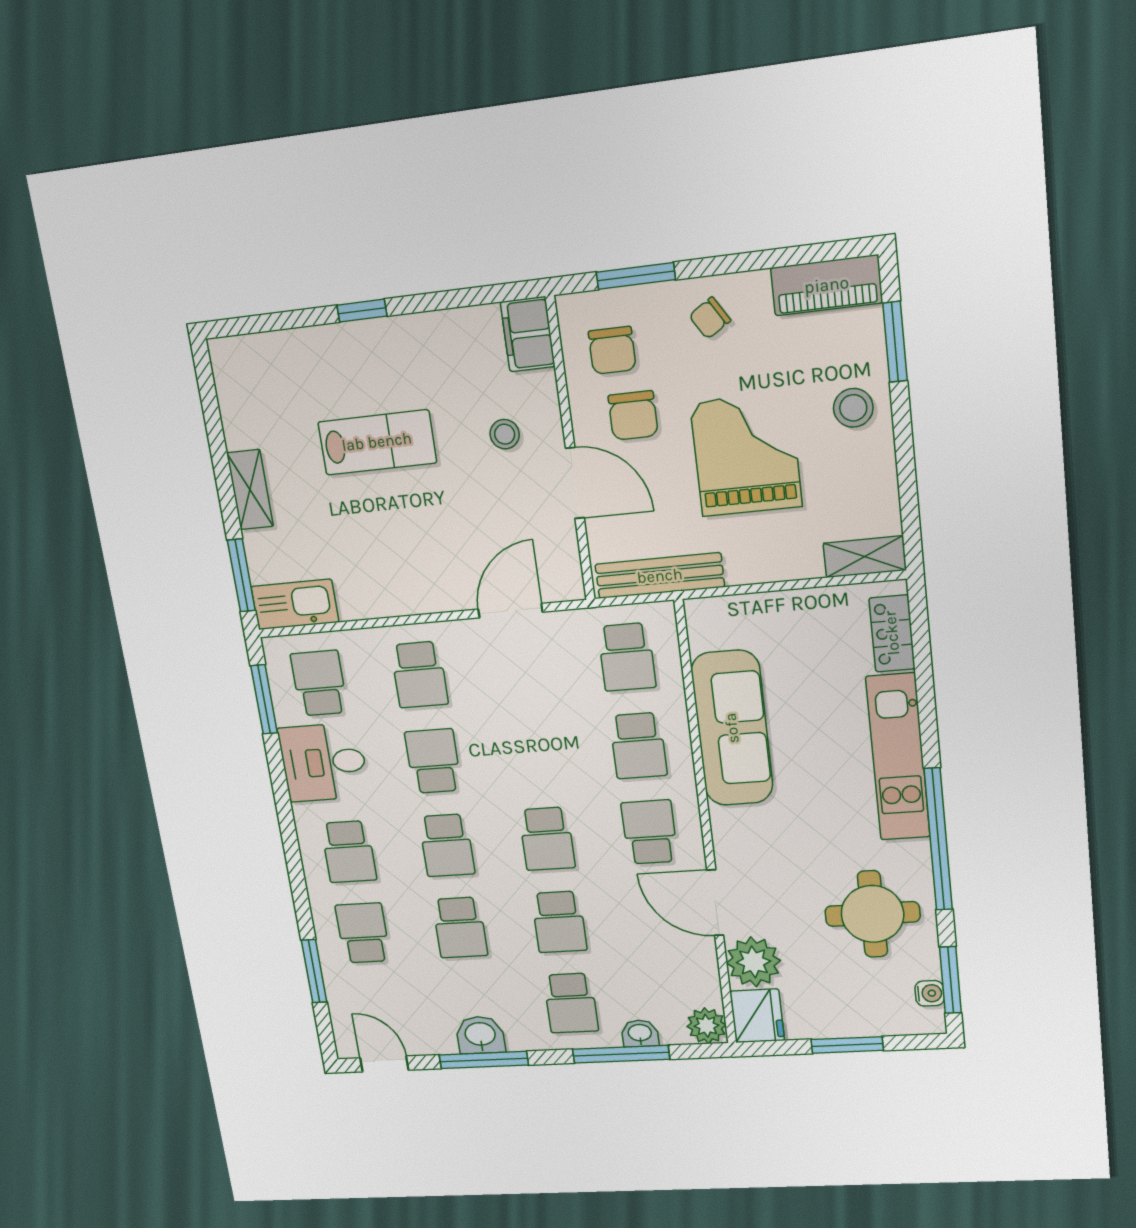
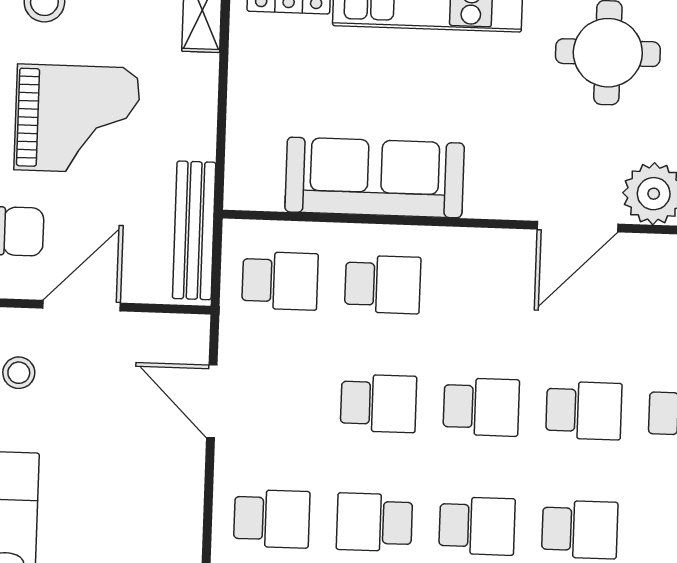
grand piano: (746, 455) -> (77, 119), turned 180
school desk: (650, 832) -> (379, 403), moved, turned 180

